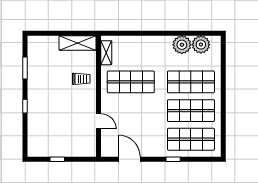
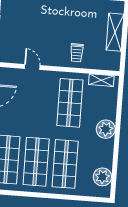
shelving: (78, 43) -> (115, 32), moved
plant: (182, 45) -> (106, 129), moved
door: (98, 121) -> (32, 67), swing flipped

